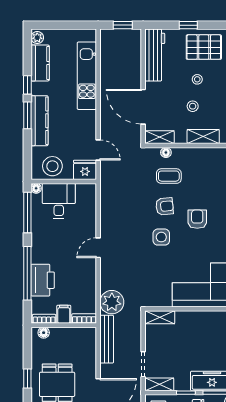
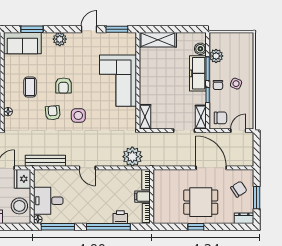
coffee table: (169, 176) -> (30, 87), moved
armchair: (197, 219) -> (63, 86), turned -90
printer: (43, 280) -> (120, 217), width x0.53, depth x0.68
floor lamp: (44, 333) -> (158, 213), removed
bench: (107, 339) -> (45, 161), moved

